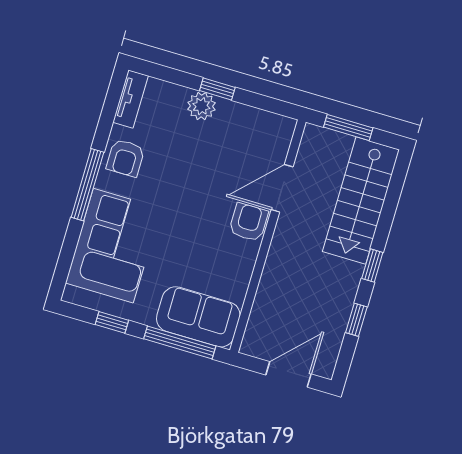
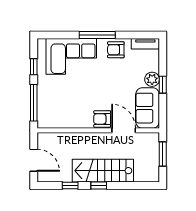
stairs: (361, 201) -> (103, 171), moved
armchair: (249, 222) -> (102, 119), turned 180
sofa: (198, 317) -> (148, 108), moved, turned 180

